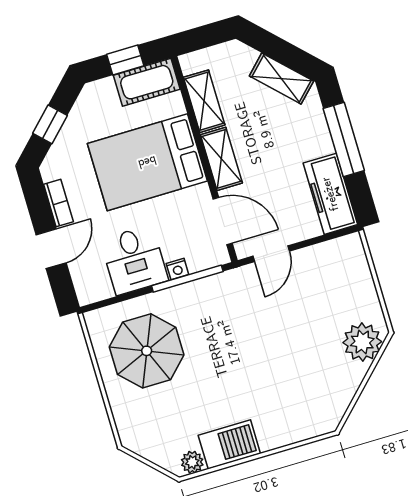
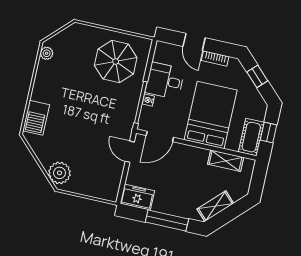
shelving: (221, 159) -> (192, 153), removed
freezer: (330, 194) -> (137, 197), width x0.71
barbecue: (229, 444) -> (36, 118), moved

